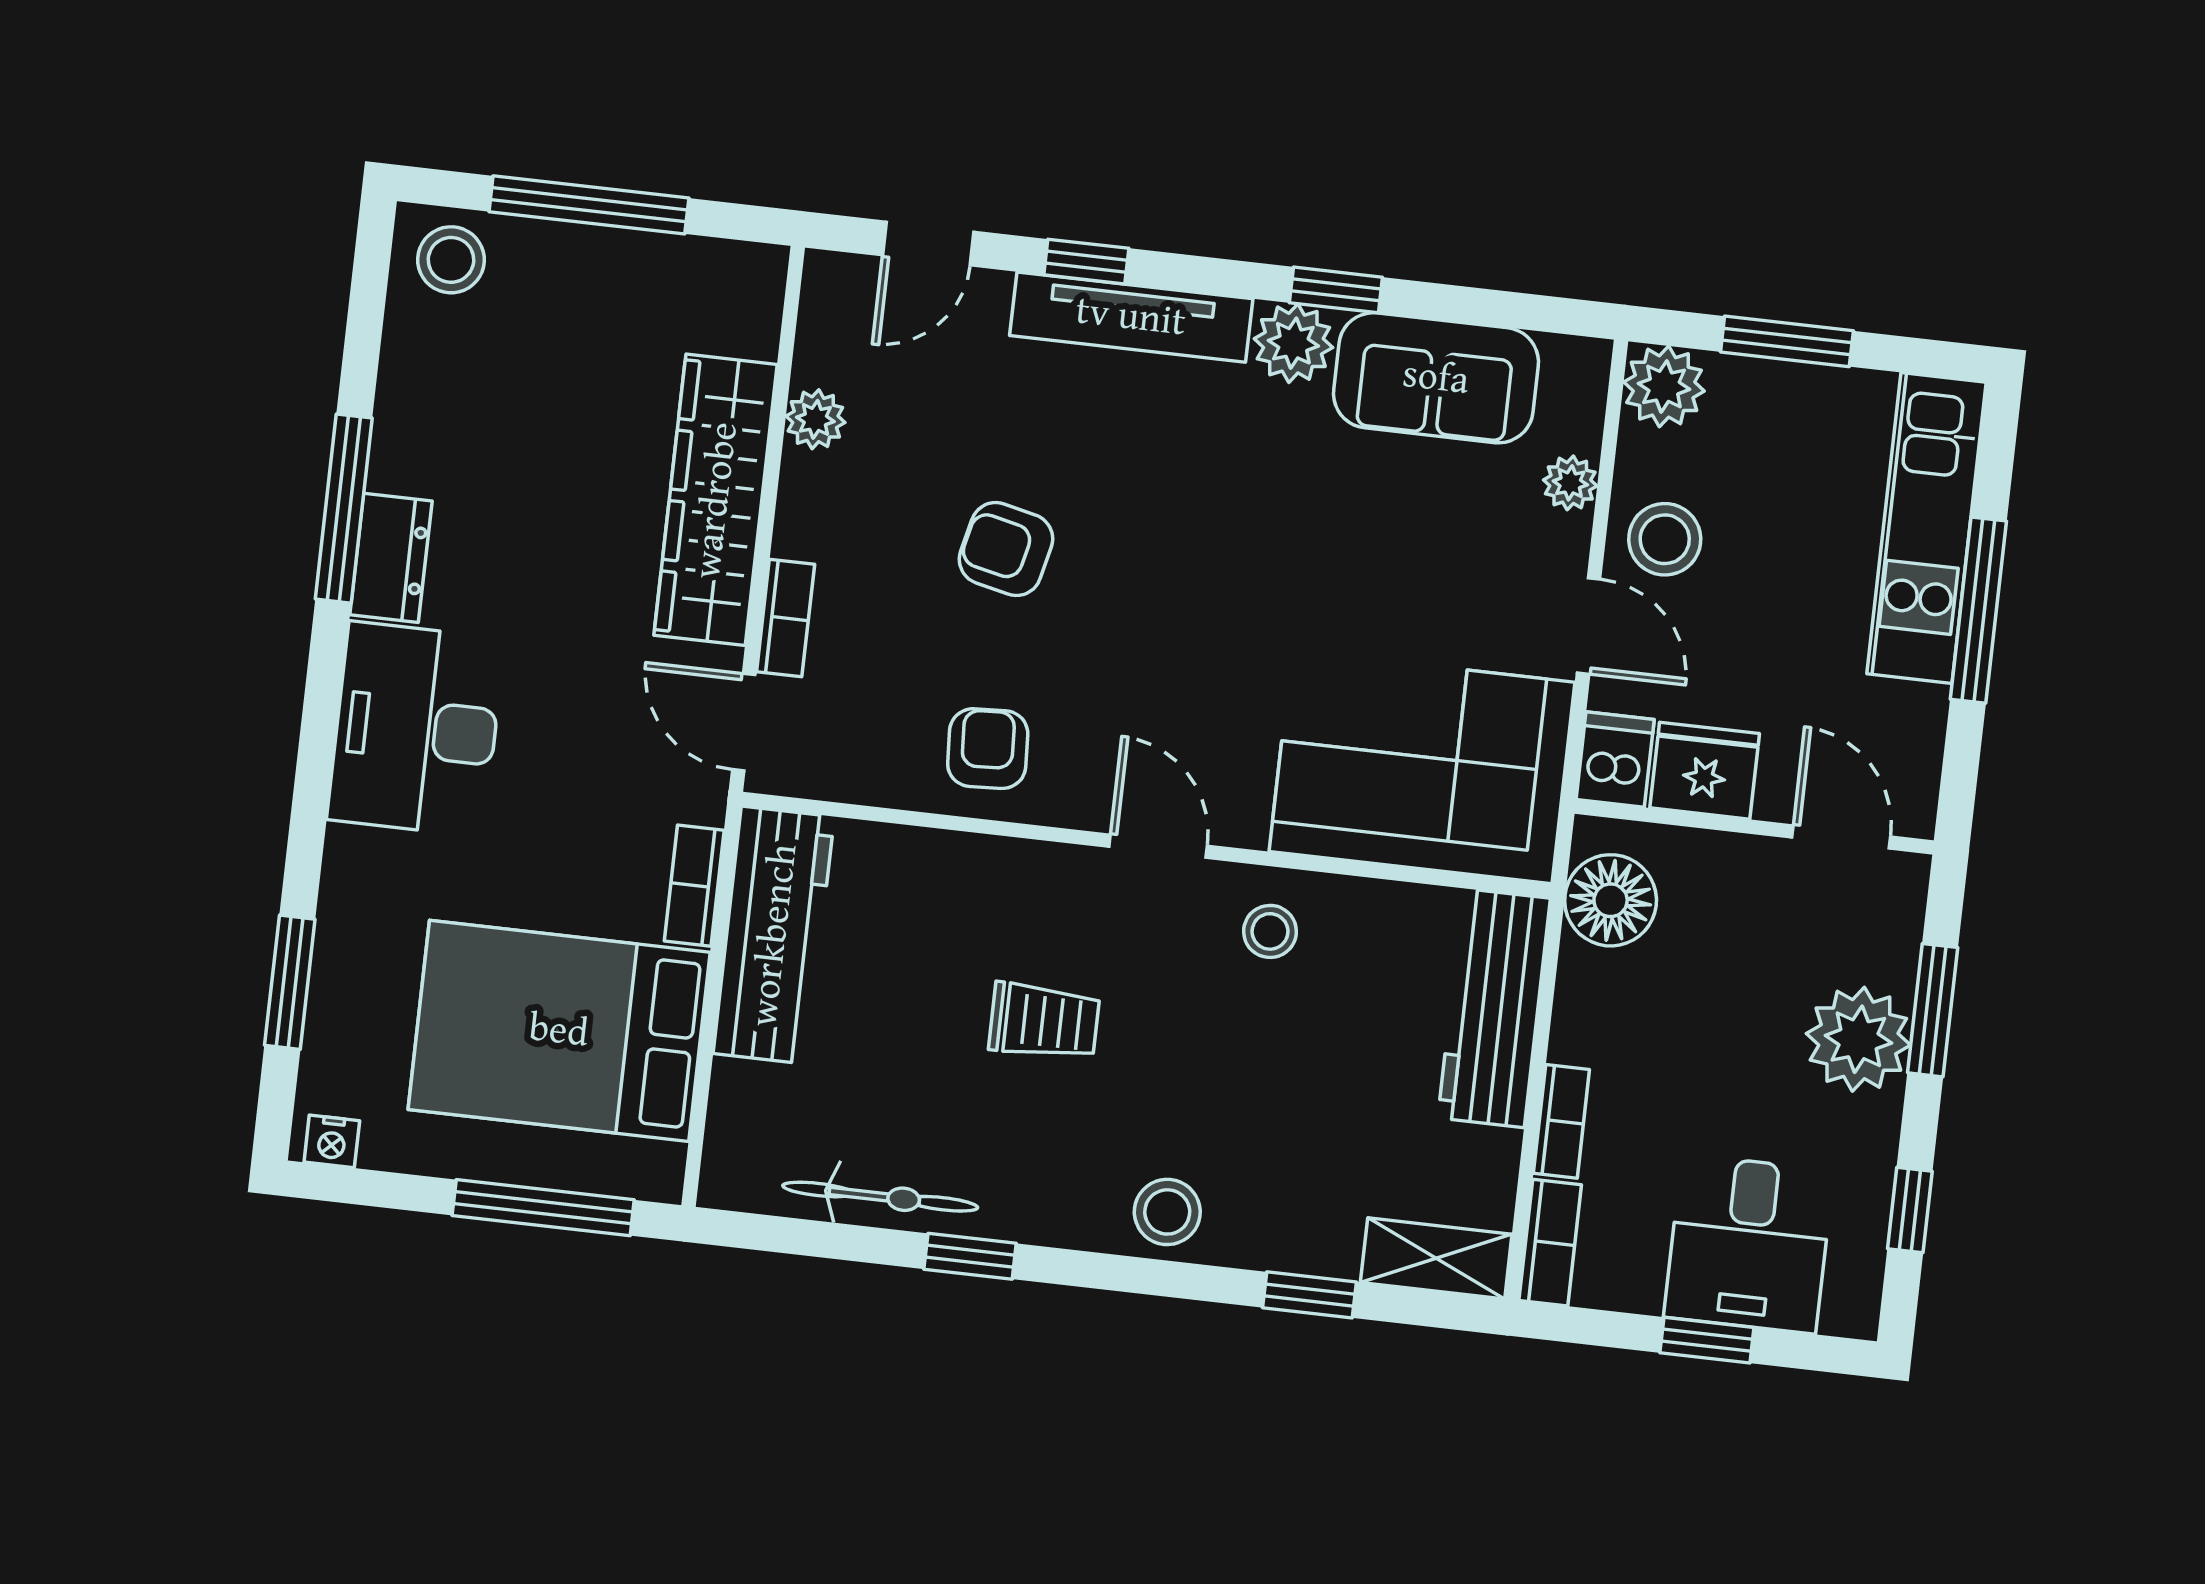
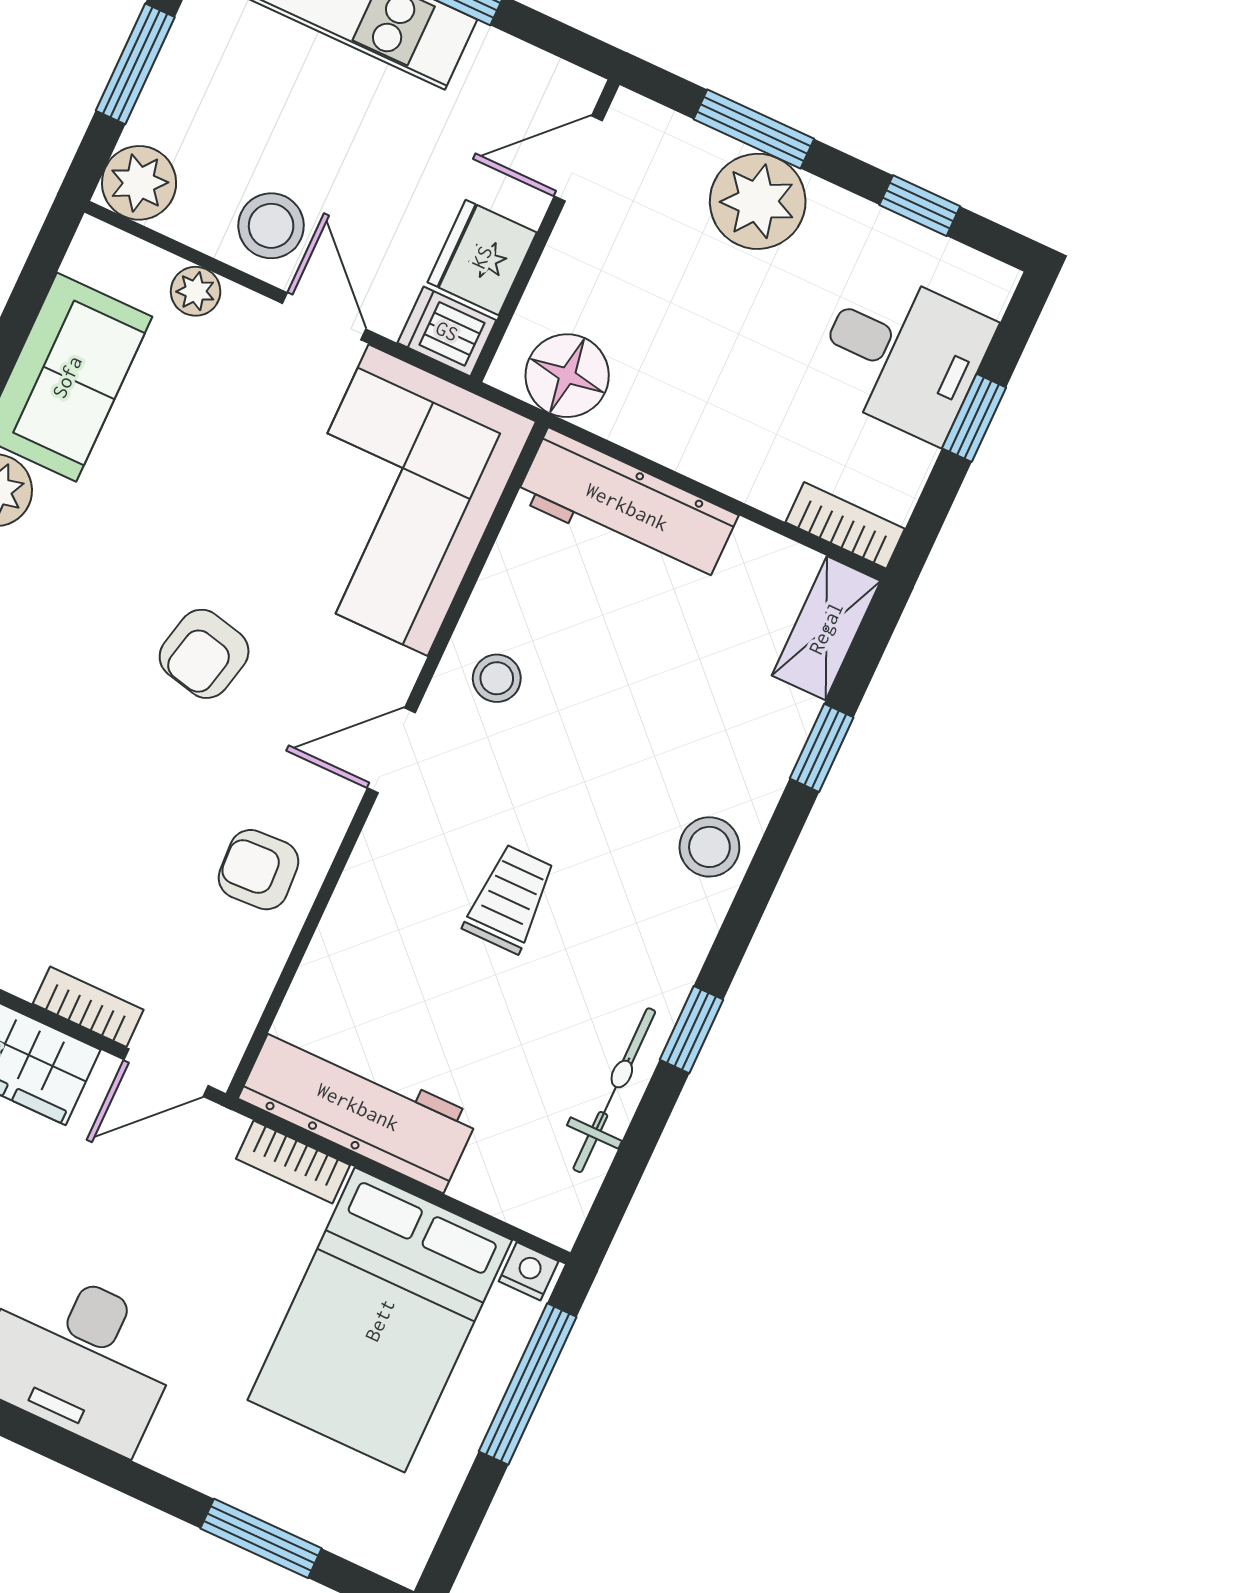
armchair: (1006, 549) -> (204, 654), moved
door: (1589, 626) -> (324, 316), hinge flipped
bookcase: (1561, 1121) -> (744, 481), removed
nightstand: (332, 1141) -> (529, 1271), moved, turned -90

